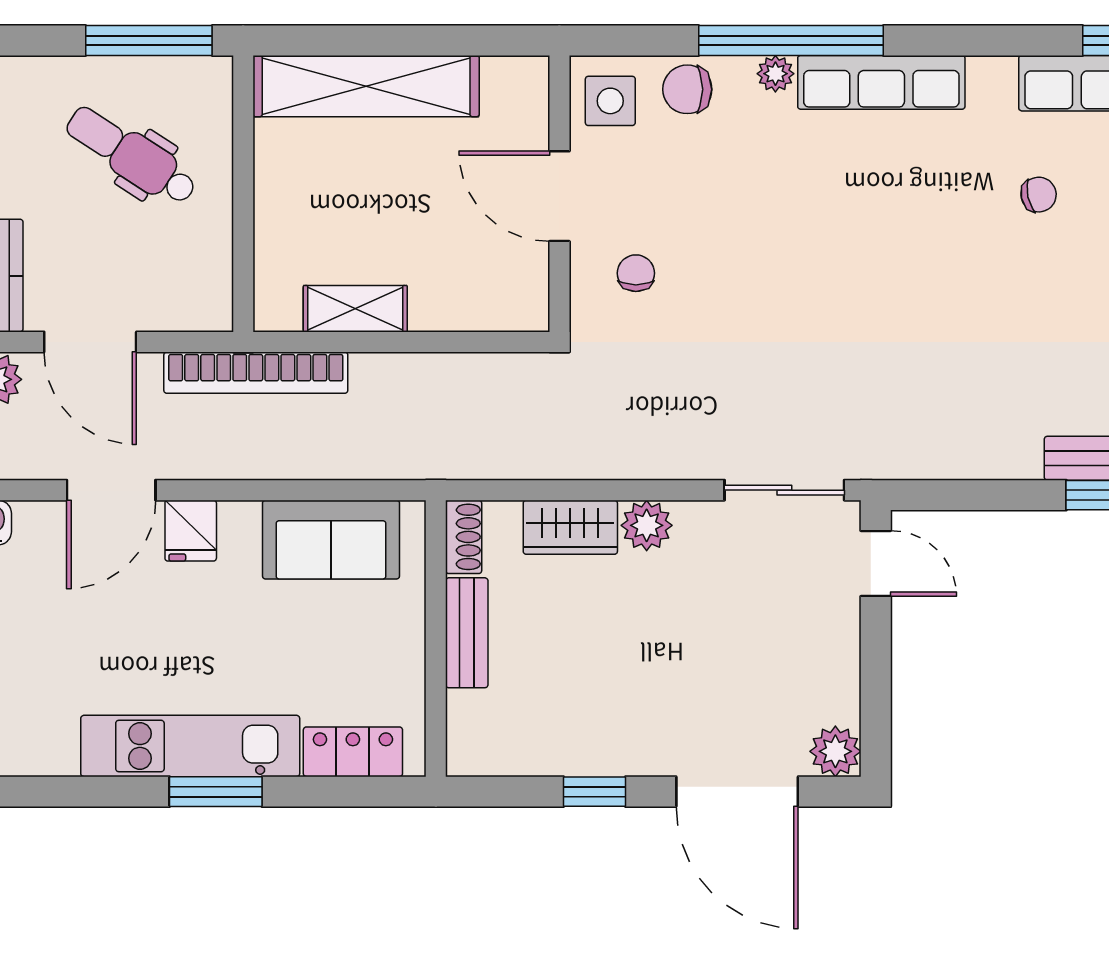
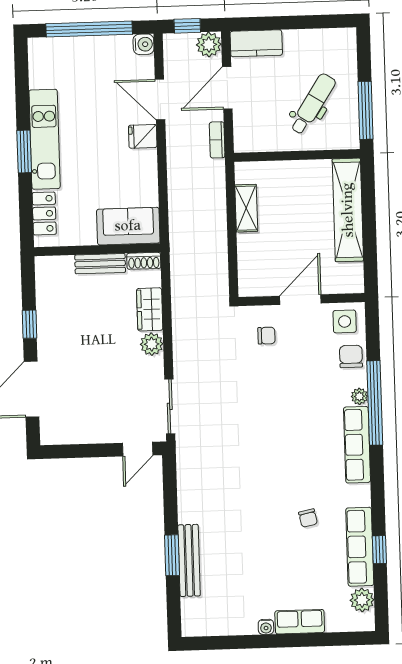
bookcase: (256, 373) -> (217, 140), width x0.43, depth x0.76
sofa: (331, 540) -> (128, 226), moved, turned 90
plant: (835, 751) -> (51, 433), removed

